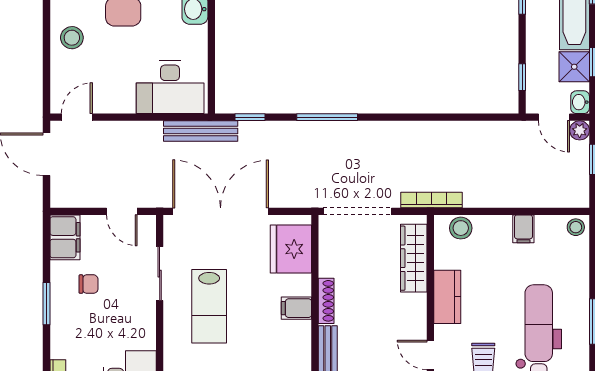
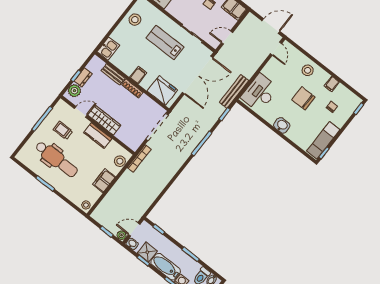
filing cabinet: (523, 229) -> (104, 181), width x2.00
wardrobe: (414, 258) -> (104, 120), moved

